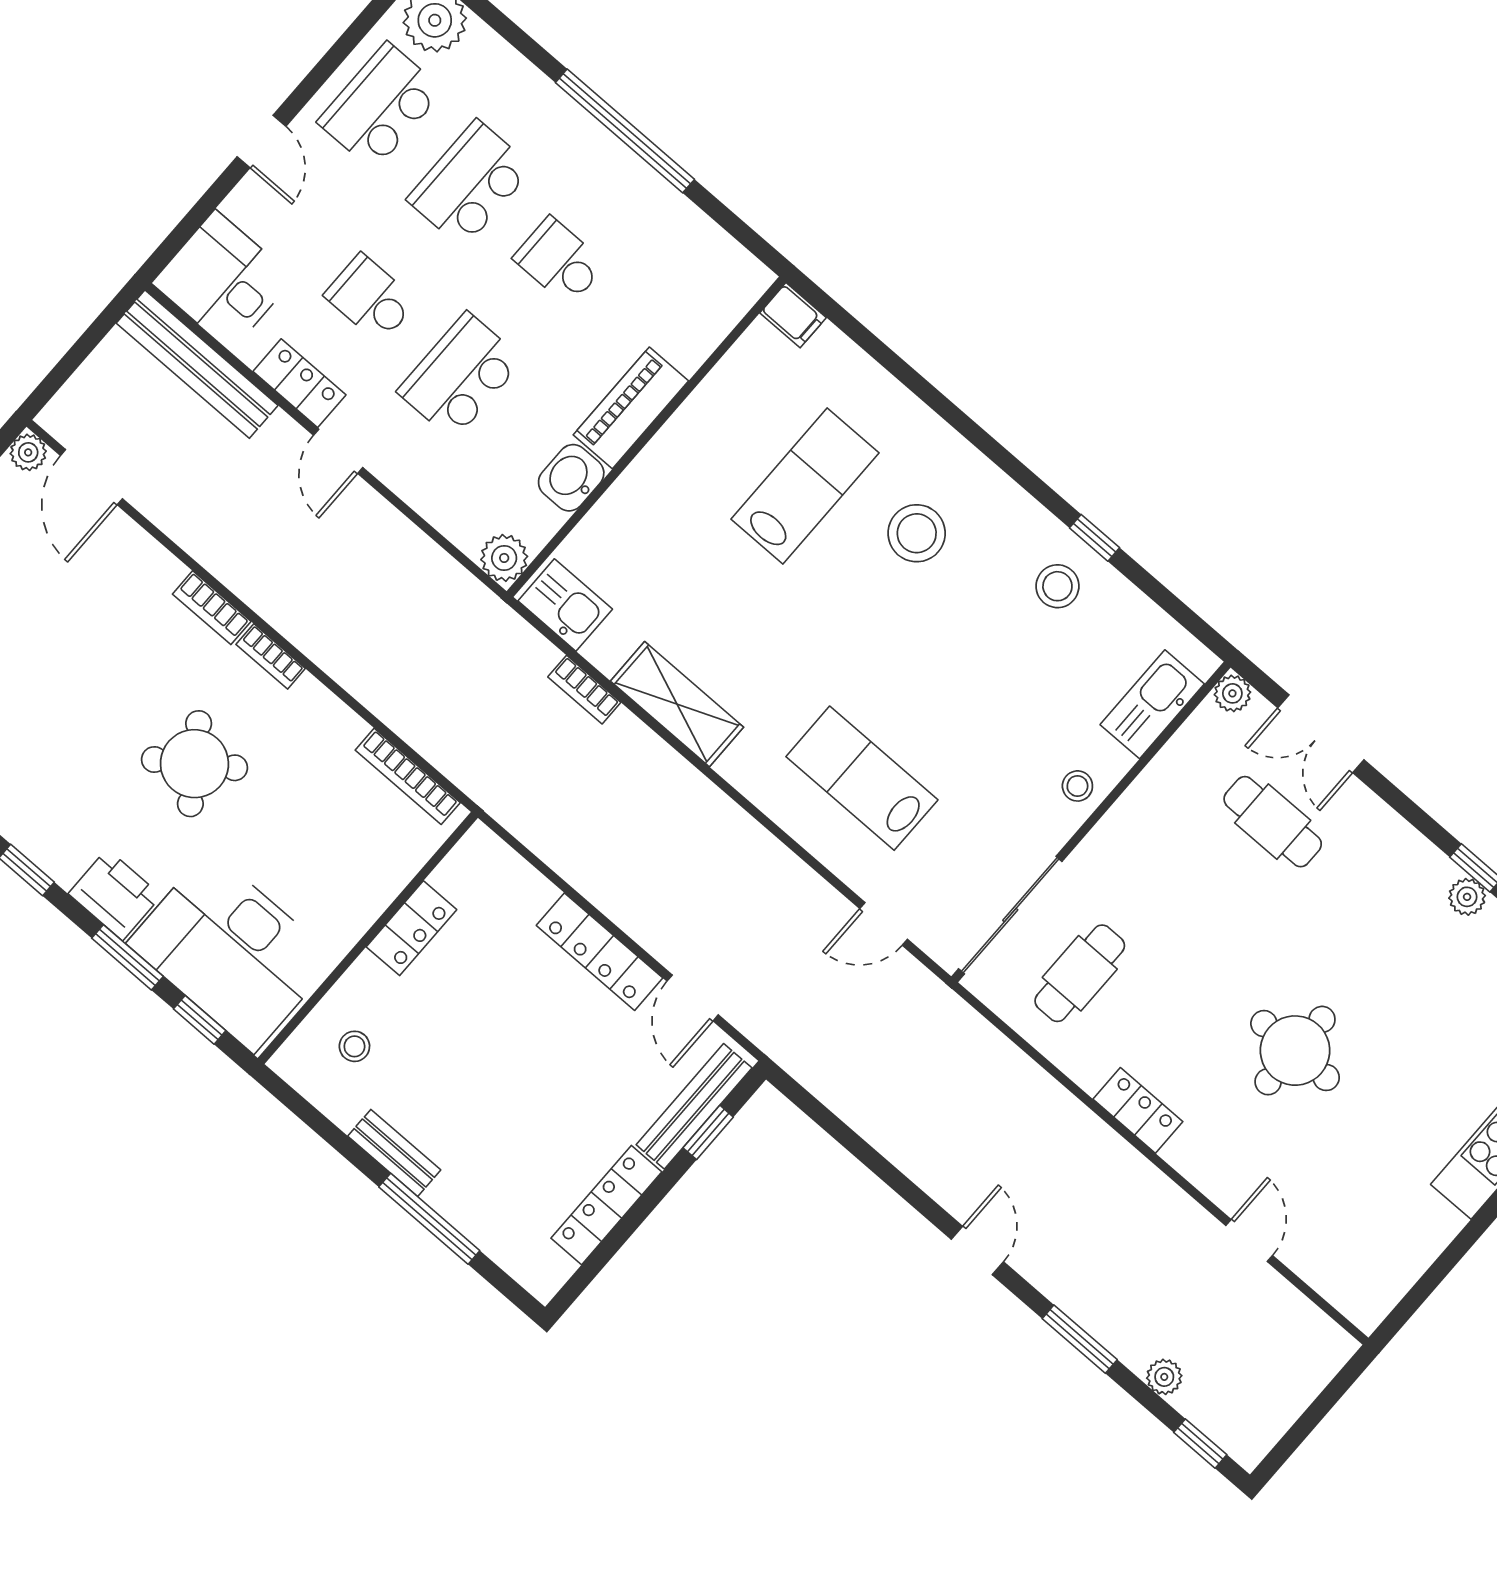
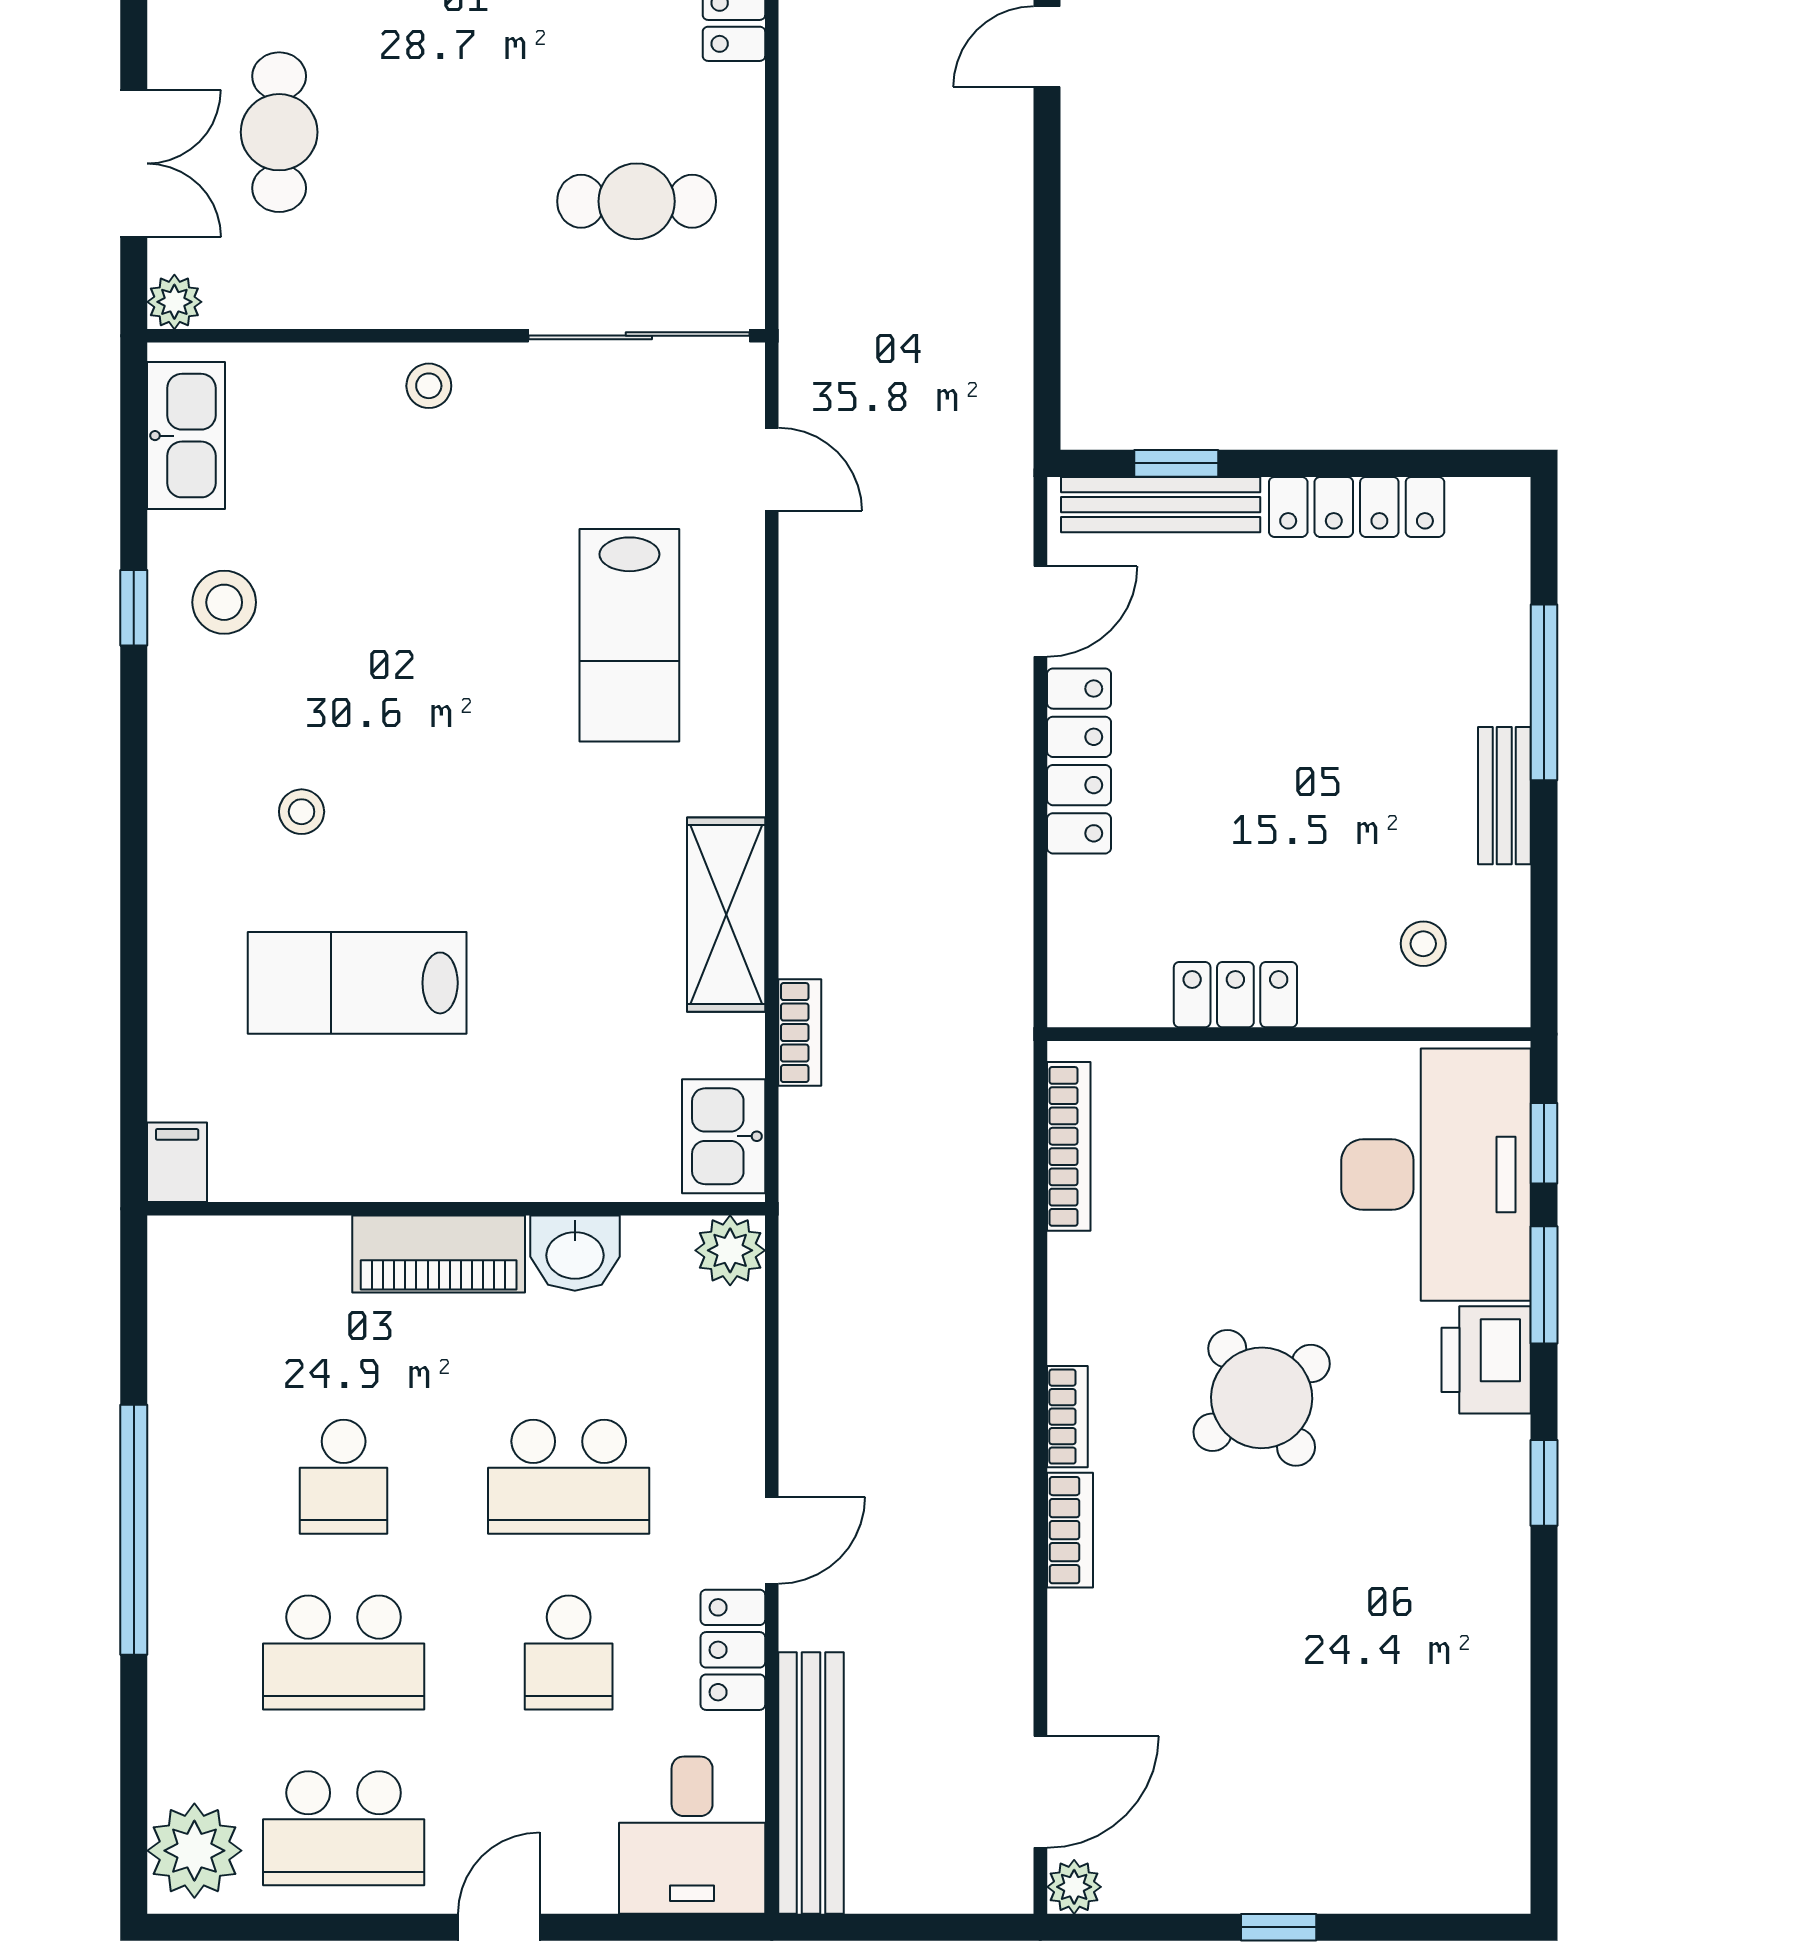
stool: (917, 533) -> (302, 812), width x0.53, depth x0.53
kitchen sink: (1152, 704) -> (186, 436), moved, turned -90

